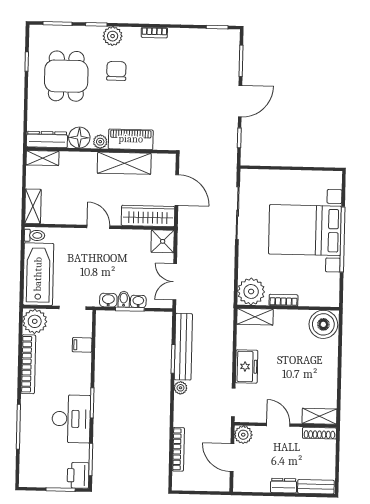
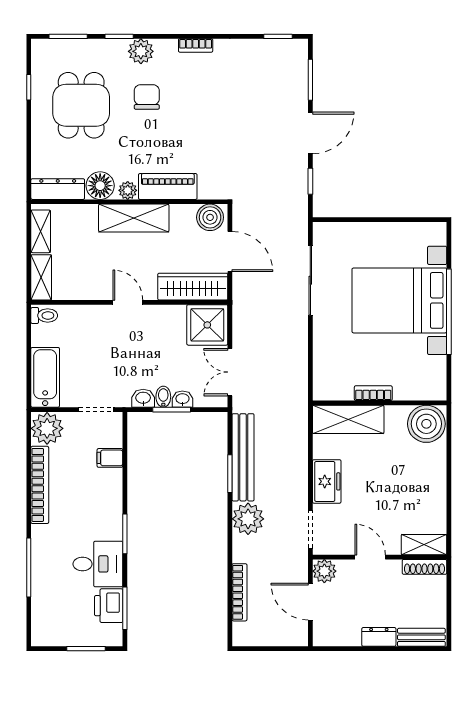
shelving: (43, 158) -> (41, 231), moved, turned 90
shelving: (124, 163) -> (134, 218), moved
boiler: (162, 164) -> (210, 217), added
shower: (163, 241) -> (207, 325), width x1.36, depth x1.36
bathtub: (38, 274) -> (45, 377), width x0.73, depth x0.73
plant: (251, 291) -> (330, 383), removed
shelving: (255, 317) -> (348, 419), width x1.50, depth x1.33
plant: (181, 388) -> (248, 519), width x1.87, depth x1.87
desk: (71, 419) -> (98, 564), width x0.73
printer: (78, 475) -> (109, 606), moved

